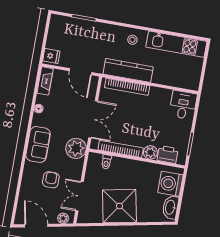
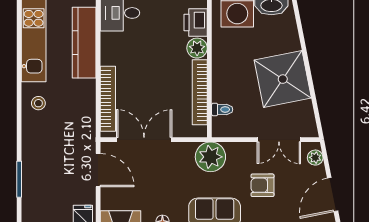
kitchen counter: (128, 70) -> (84, 43), moved
door: (81, 72) -> (98, 170), hinge flipped
double door: (93, 119) -> (144, 140), moved

